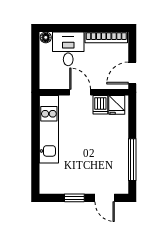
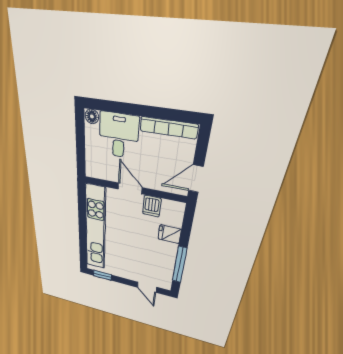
fridge: (117, 105) -> (170, 234), moved, turned 90
kitchen unit: (49, 129) -> (96, 229), width x1.36
window: (74, 198) -> (102, 275), moved

